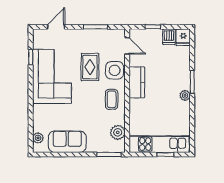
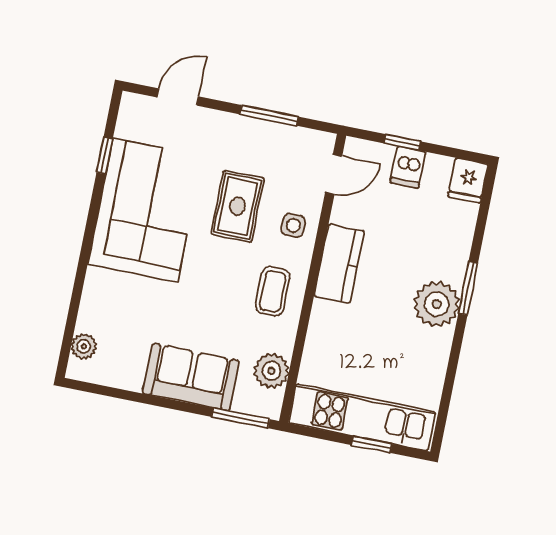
dishwasher: (169, 37) -> (408, 167), moved
door: (127, 46) -> (334, 174), hinge flipped
side table: (115, 70) -> (293, 225), width x0.54, depth x0.54
plant: (185, 95) -> (437, 304), width x1.87, depth x1.87
sofa: (67, 142) -> (191, 377), moved

